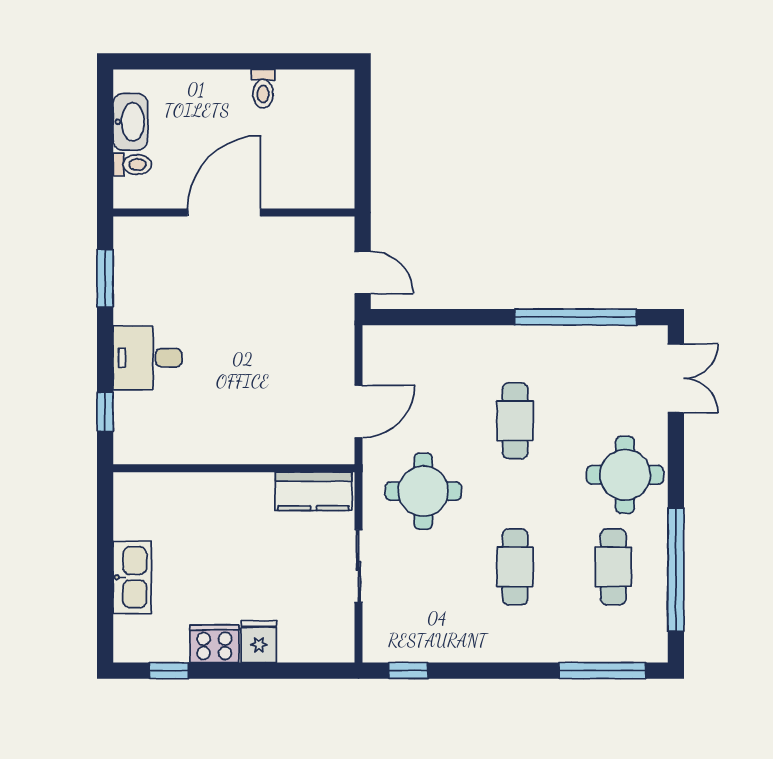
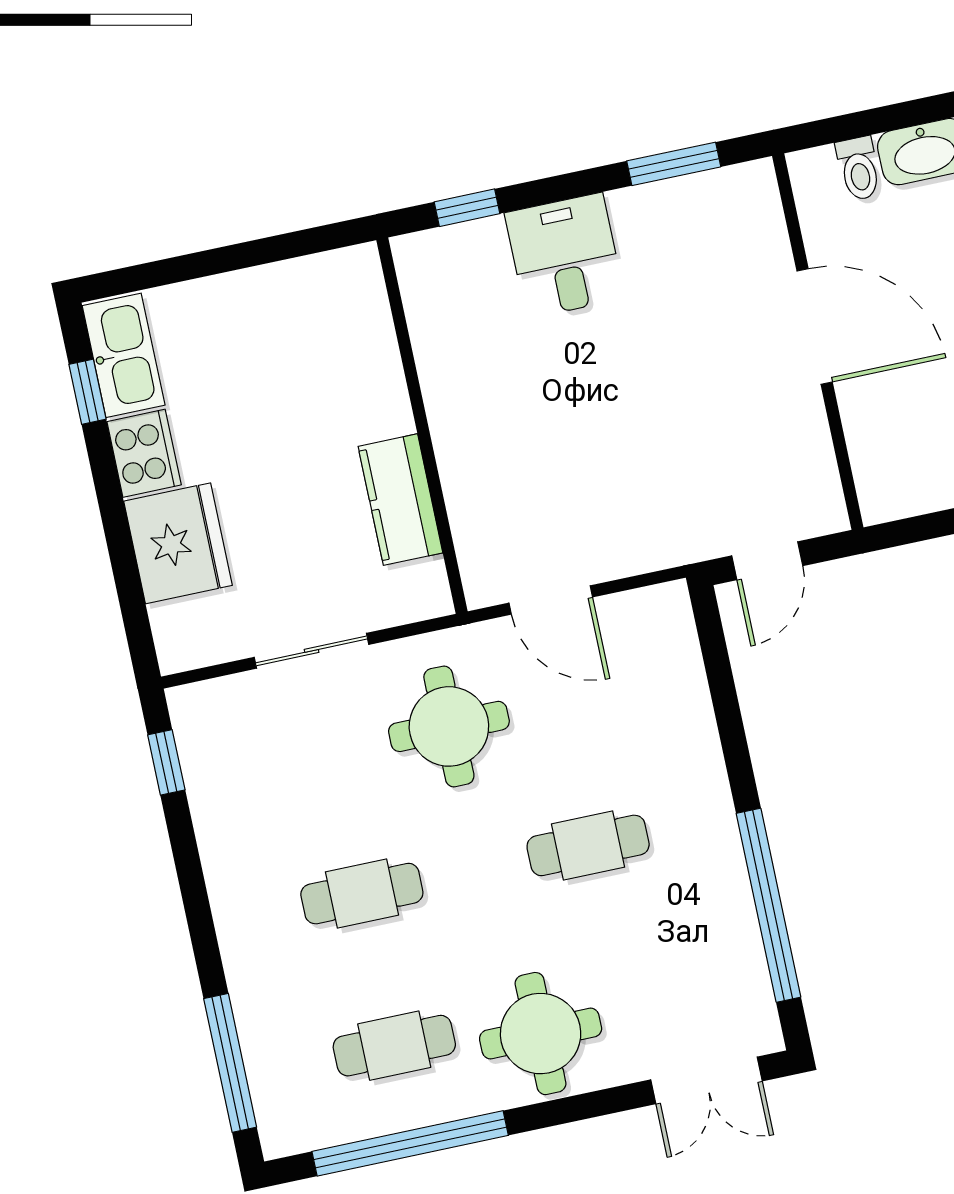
kitchen counter: (313, 491) -> (400, 500), moved
kitchen sink: (132, 577) -> (124, 355), moved, turned -90
fridge: (259, 642) -> (178, 543), width x1.88, depth x1.34

